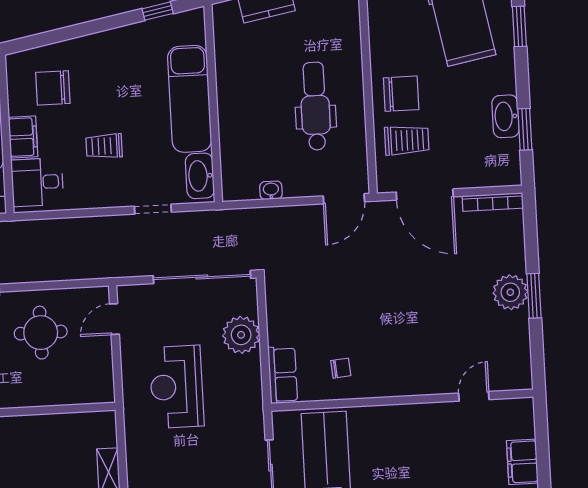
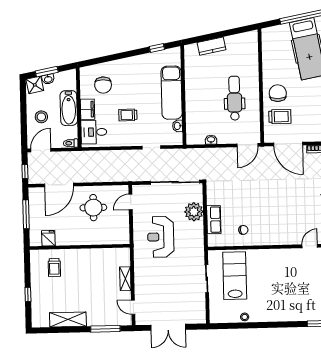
chair: (53, 88) -> (103, 85), turned -90
chair: (401, 94) -> (278, 93), turned -90
washbasin: (200, 176) -> (178, 126), width x0.52, depth x0.69
row of seats: (283, 375) -> (214, 220), moved

